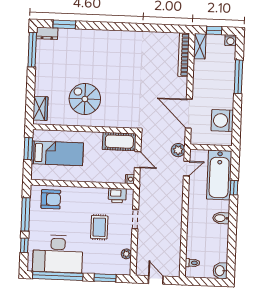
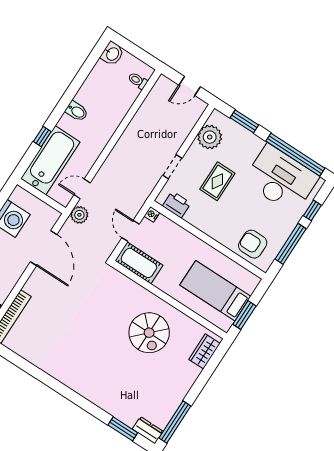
plant: (126, 254) -> (210, 137), width x1.87, depth x1.87
door: (156, 280) -> (190, 86), hinge flipped

